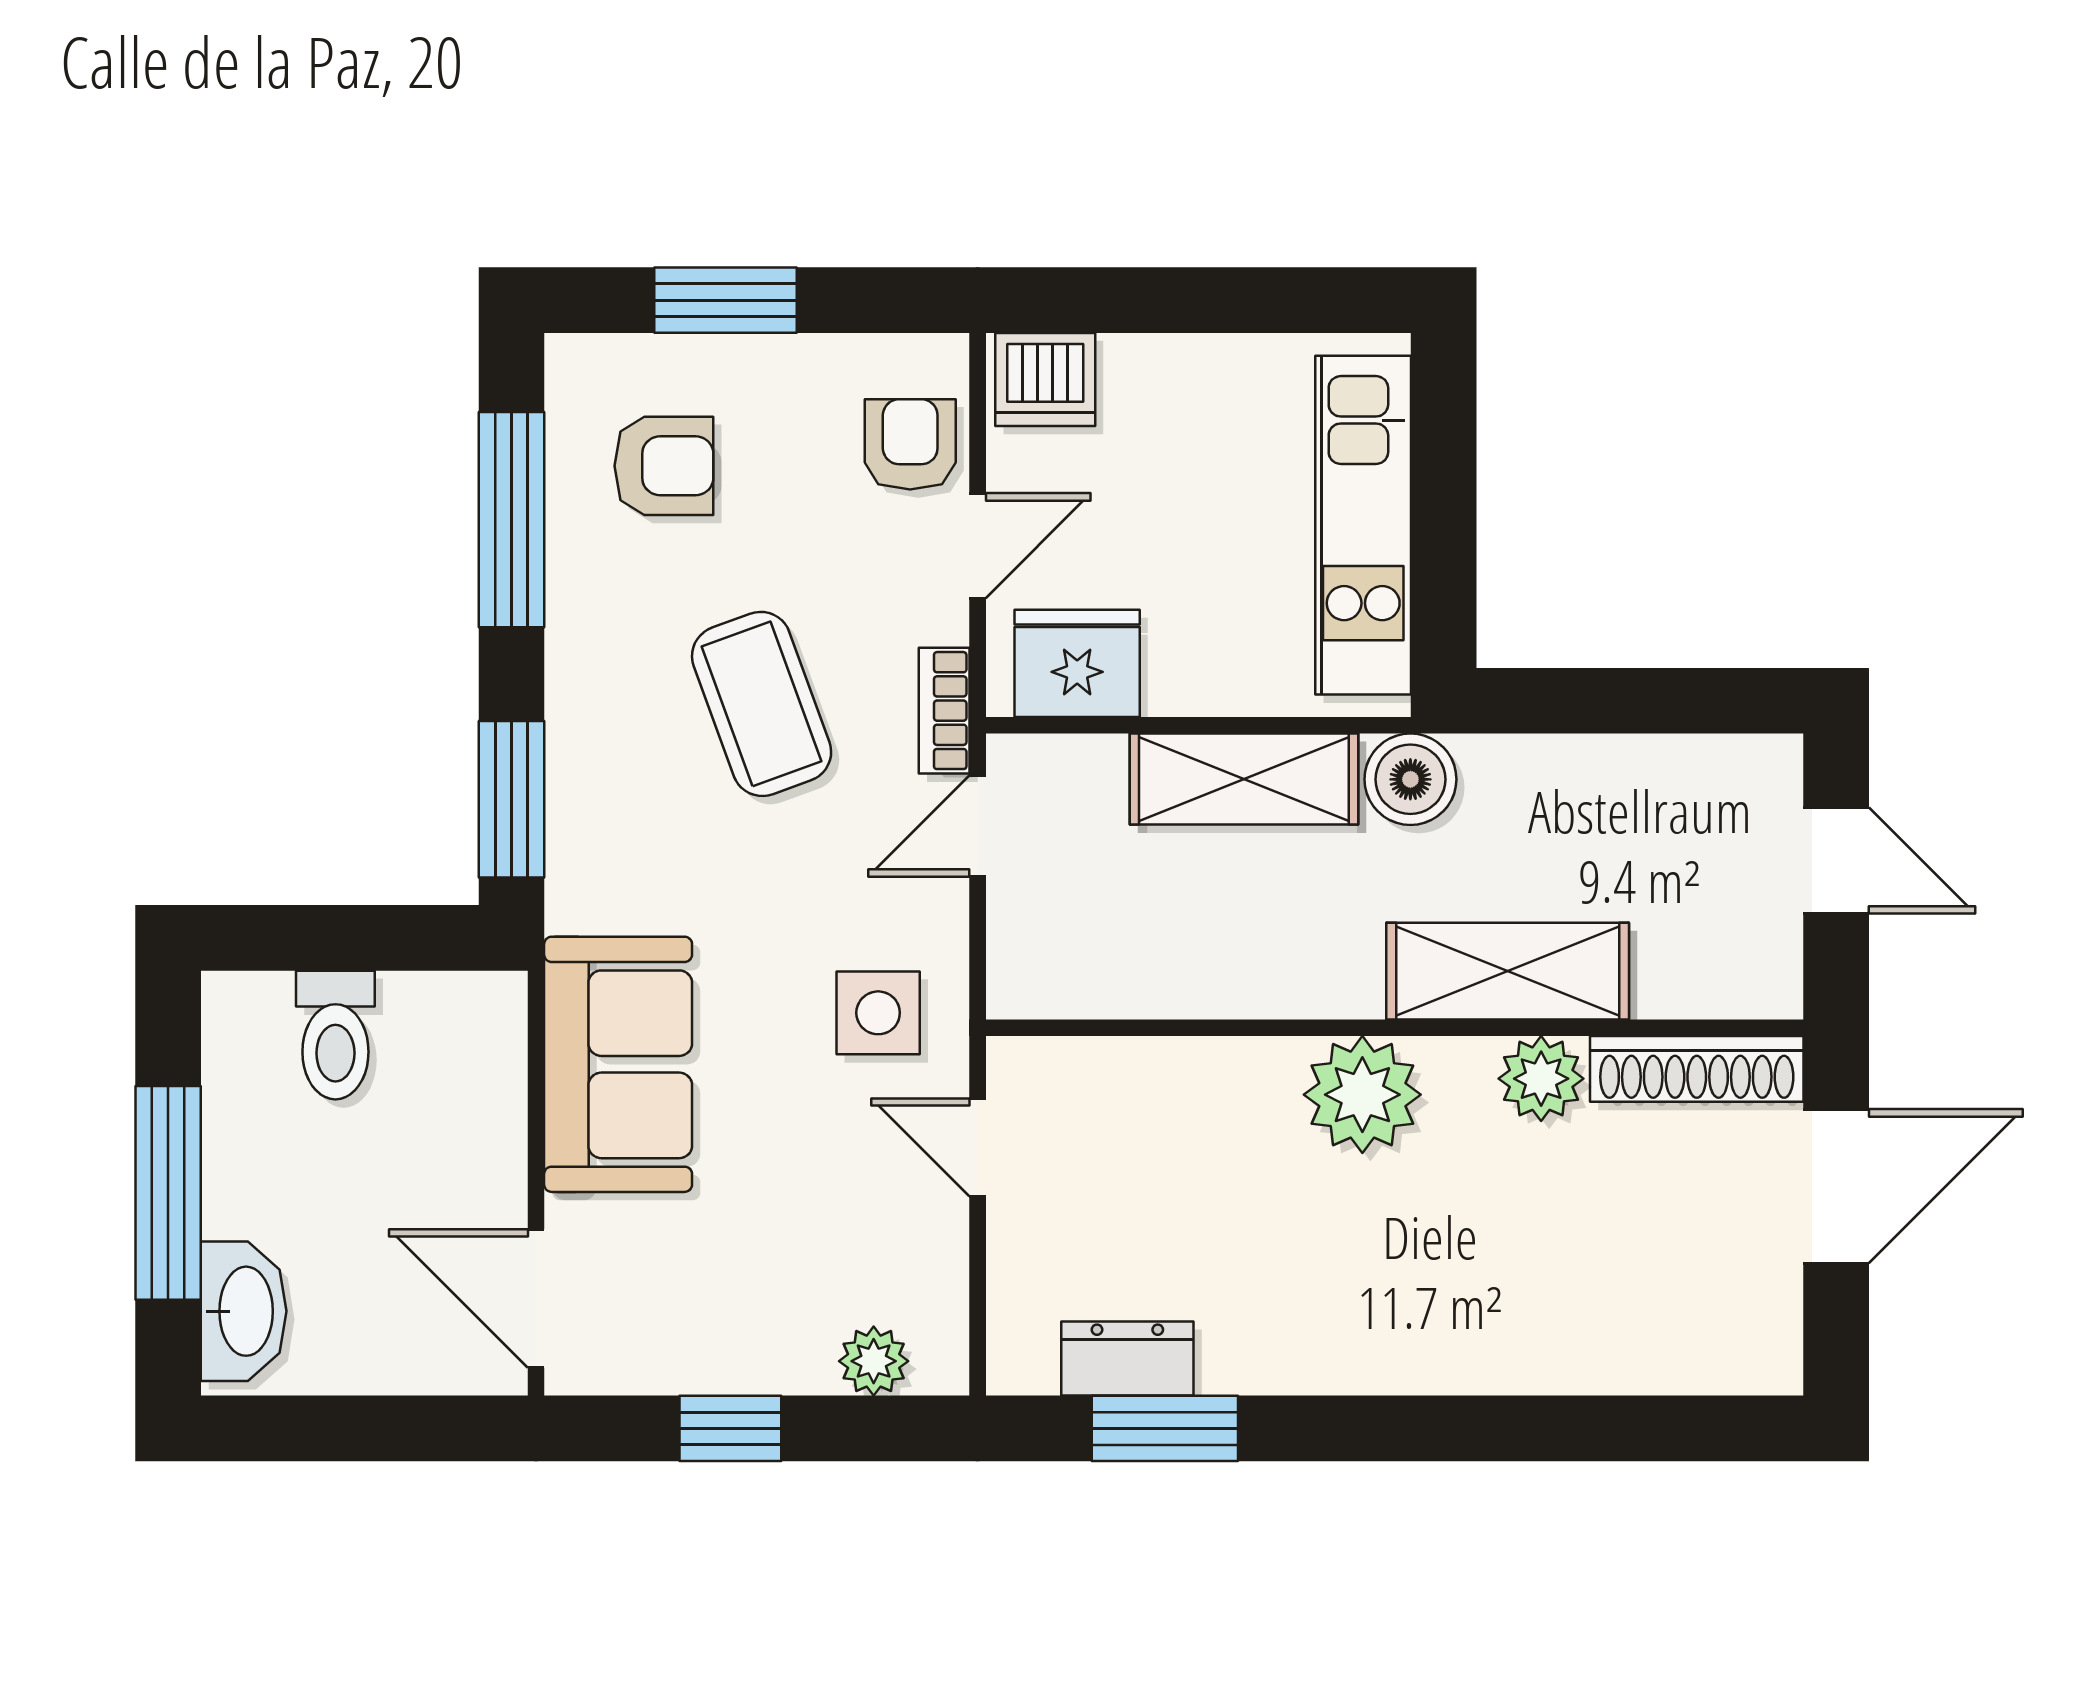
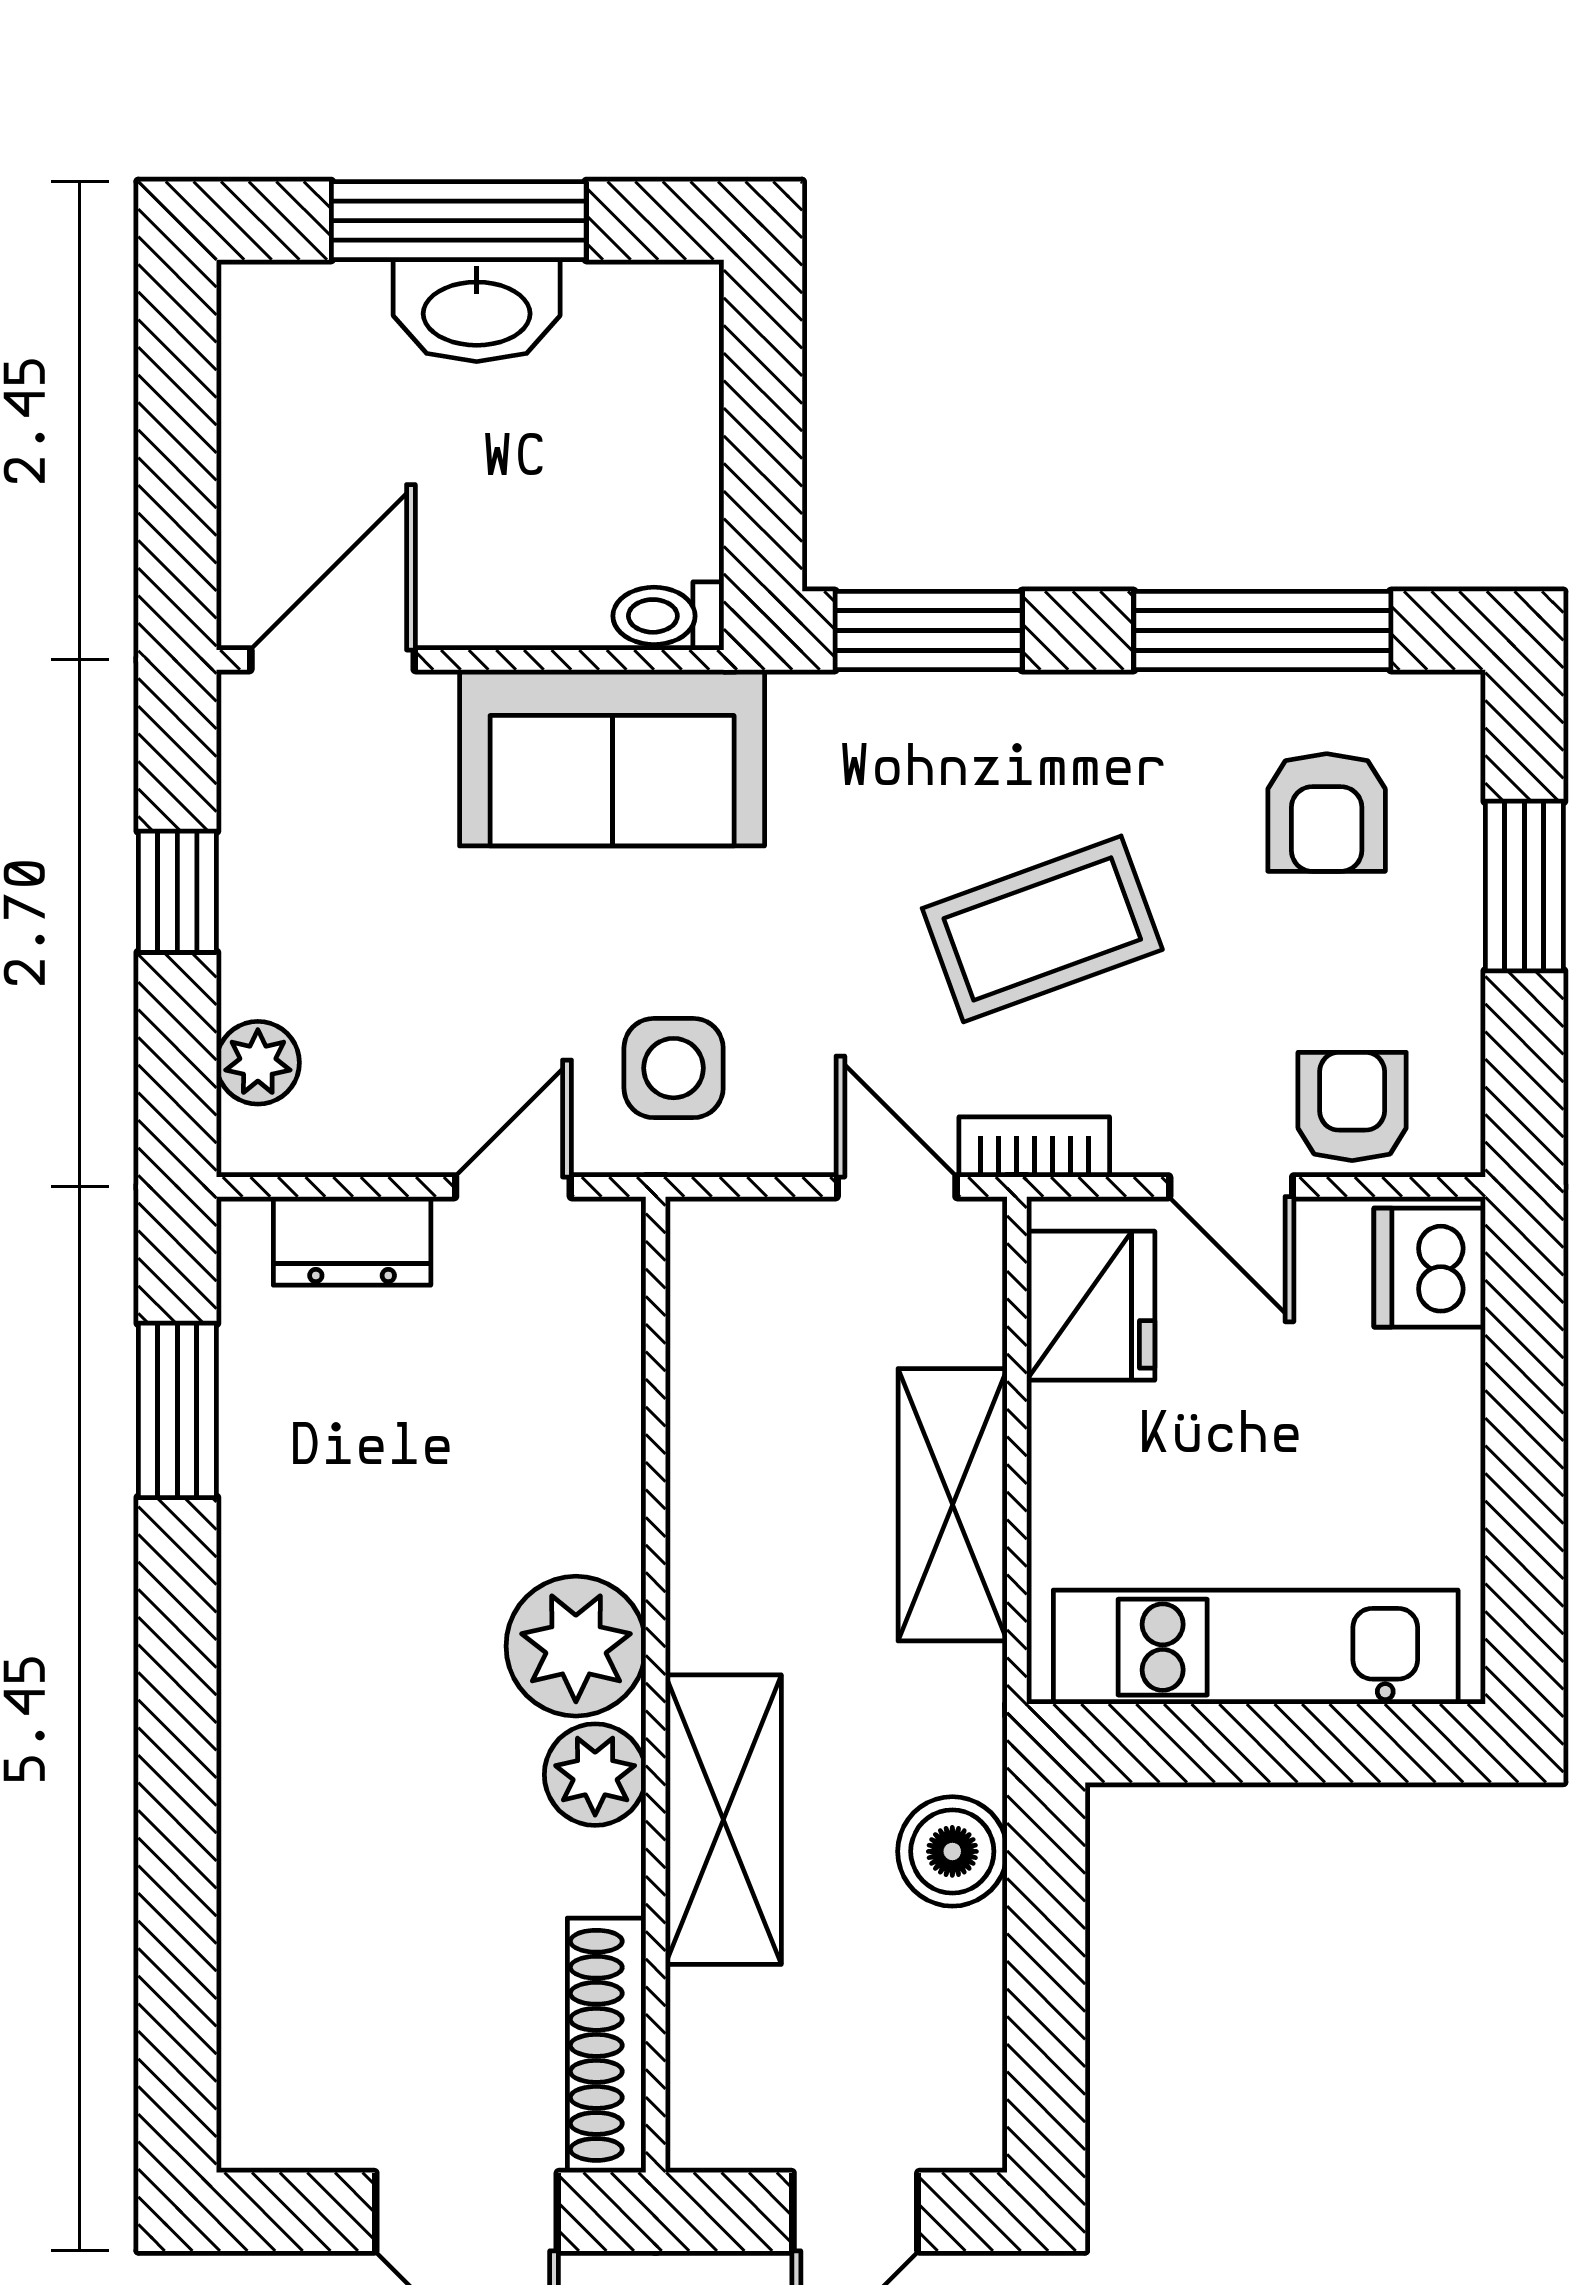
armchair: (910, 444) -> (1352, 1106), turned -90
boiler: (1410, 779) -> (952, 1851), moved
toilet: (335, 1035) -> (668, 616), moved, width x0.73, depth x0.72
plant: (1541, 1079) -> (595, 1775), moved
washbasin: (244, 1311) -> (477, 311), moved
dresser: (1127, 1359) -> (352, 1241), moved, turned 90

